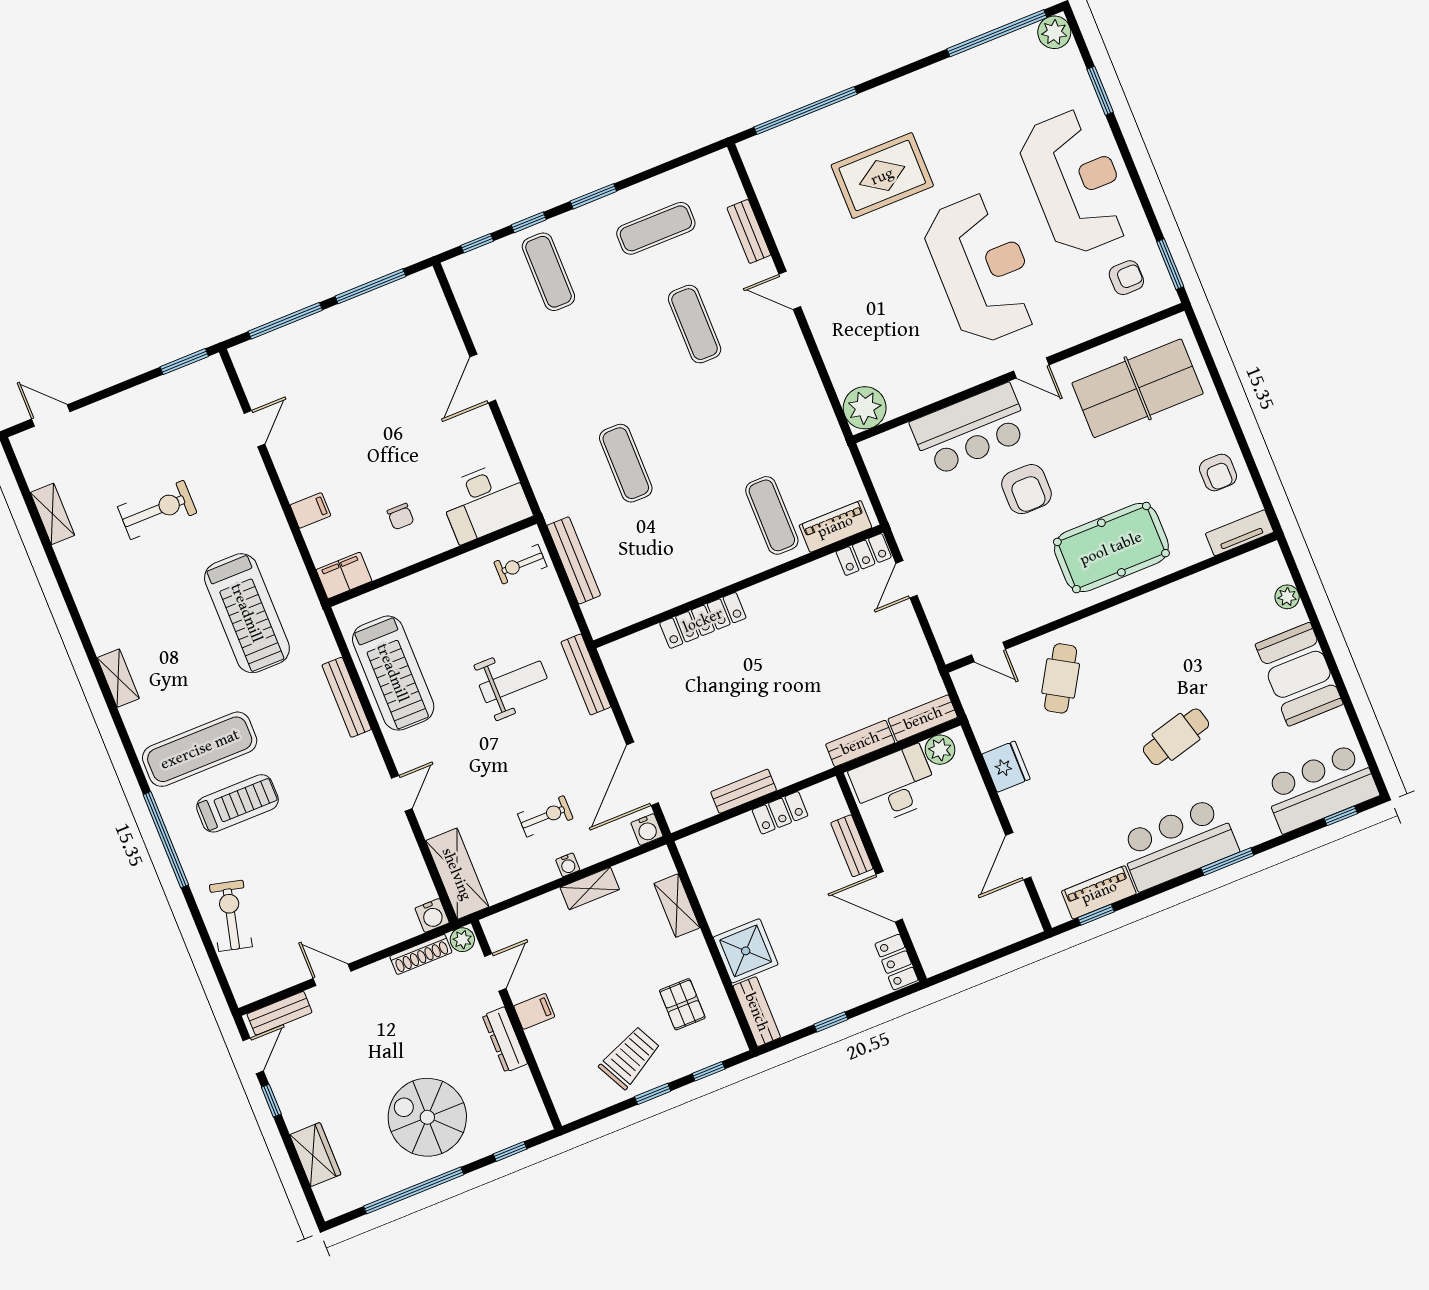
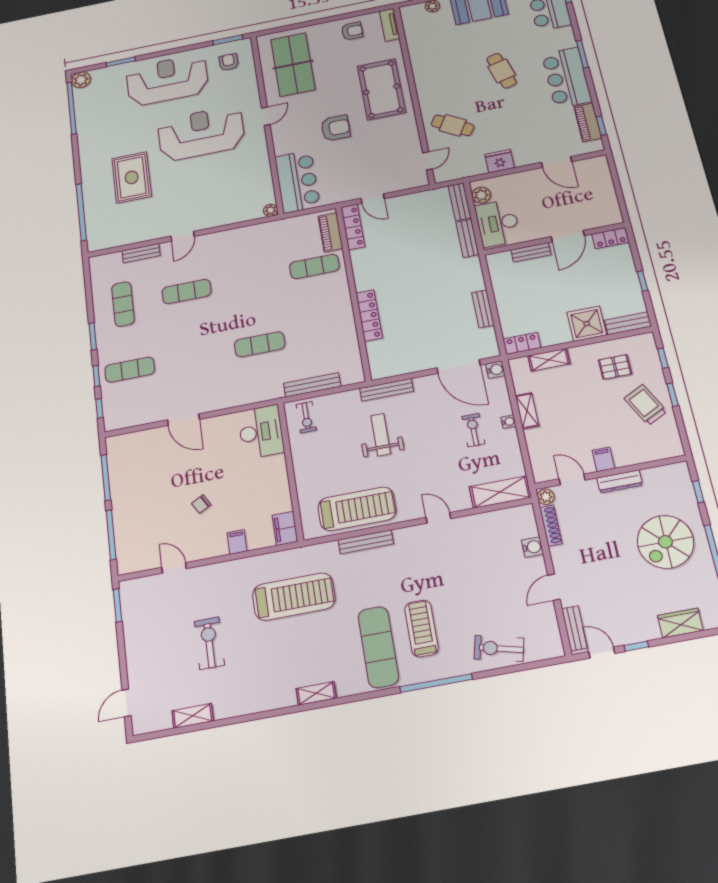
plant: (865, 408) -> (271, 210), width x0.53, depth x0.53
bar counter: (970, 430) -> (297, 182), moved
chair: (401, 517) -> (201, 504), moved, turned 151
locker: (864, 554) -> (353, 227), width x1.53
locker: (780, 813) -> (522, 343), moved, turned -90
water cooler: (432, 915) -> (532, 547), moved

